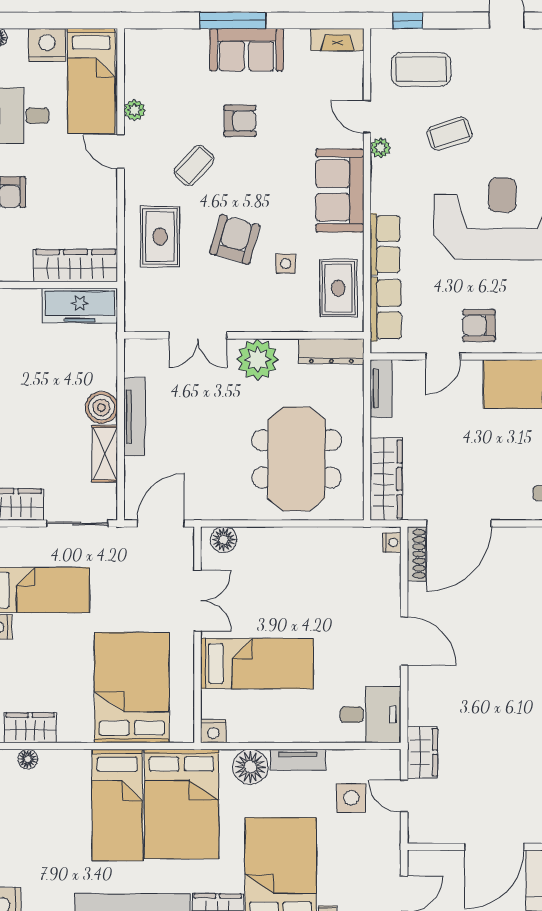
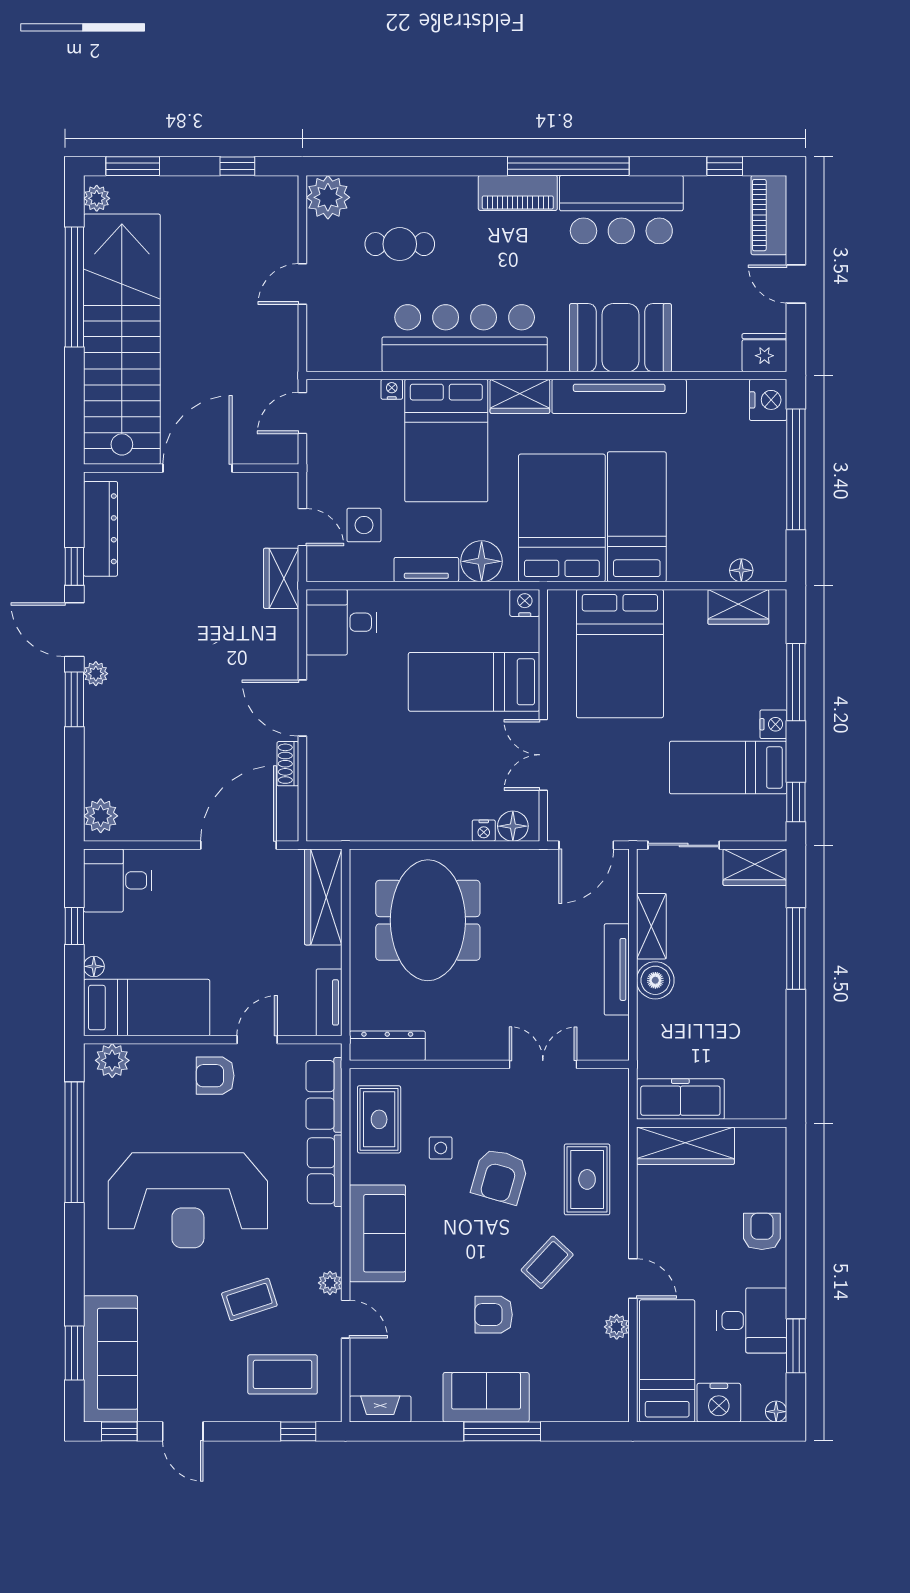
armchair: (479, 326) -> (215, 1076), turned 180
plant: (258, 359) -> (473, 1036), removed
nightstand: (392, 542) -> (484, 831), moved, turned -90
shoe rack: (417, 554) -> (288, 764), moved, width x0.70

